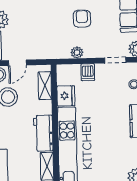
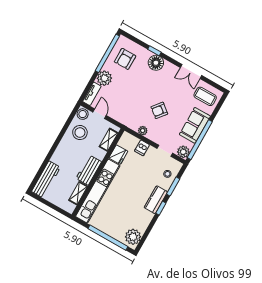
armchair: (82, 19) -> (159, 110), turned -141
door: (17, 63) -> (100, 114), swing flipped

